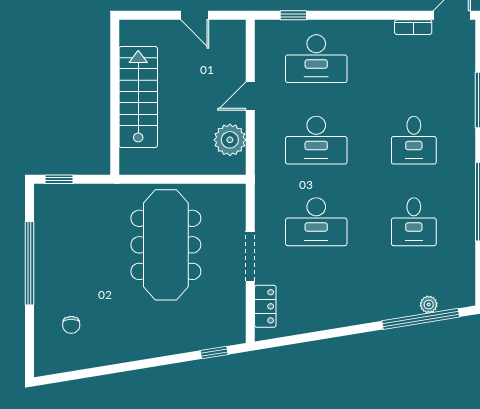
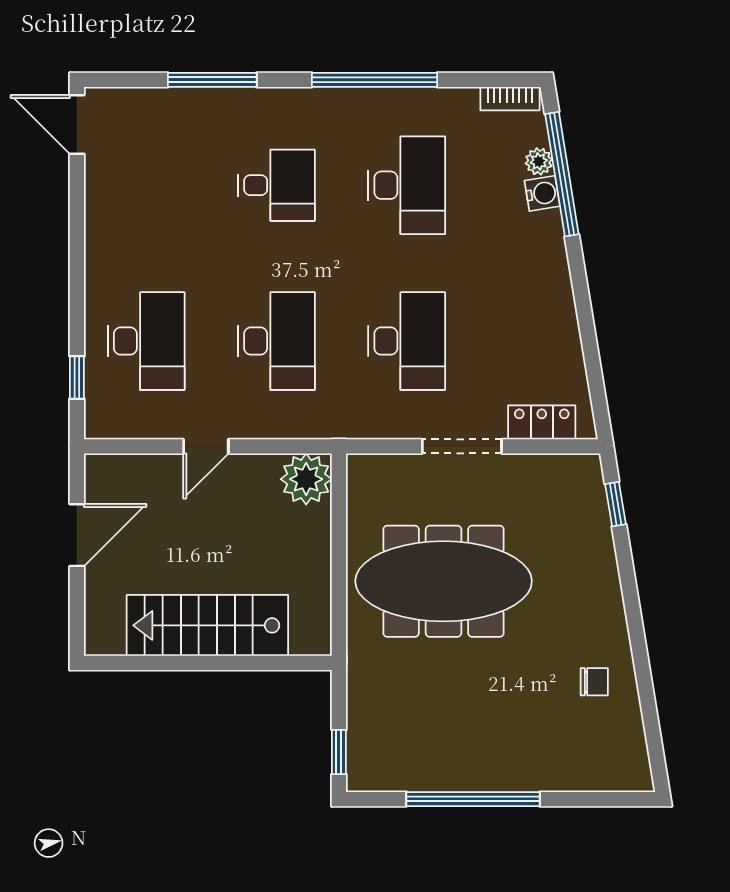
door: (195, 15) -> (77, 535), width x1.38
bookcase: (413, 27) -> (510, 99), moved, turned 90
door: (250, 96) -> (206, 446), hinge flipped
plant: (230, 140) -> (306, 479), moved
desk: (414, 222) -> (407, 185), width x1.37
water cooler: (409, 307) -> (542, 193), added
chair: (71, 325) -> (594, 682), moved

